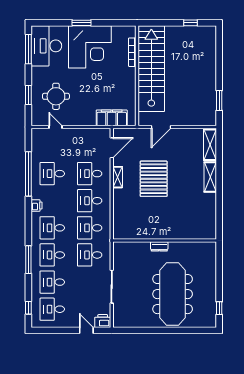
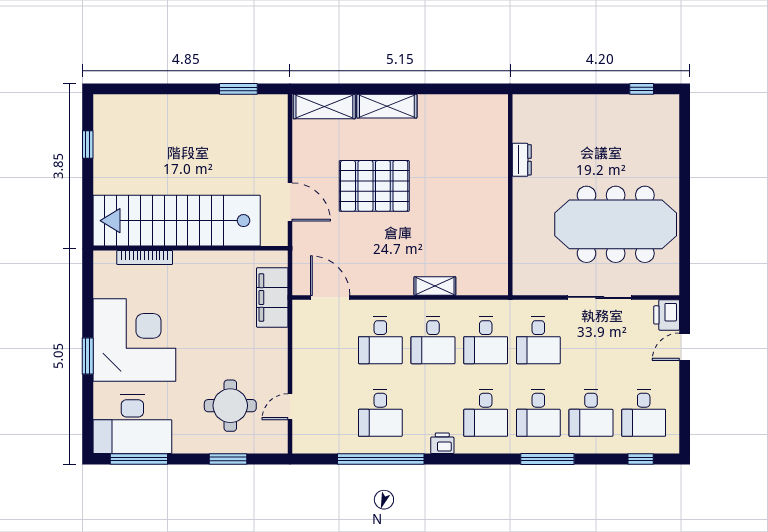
shelving: (118, 177) -> (435, 286), moved
pallet: (154, 179) -> (374, 186), moved
dresser: (159, 246) -> (522, 160), moved
meeting table: (173, 294) -> (616, 224), moved

